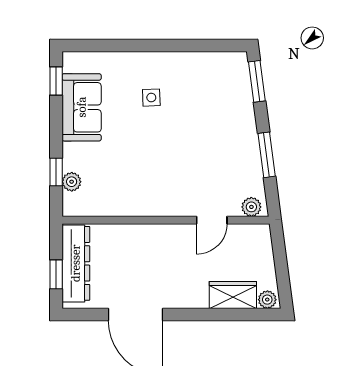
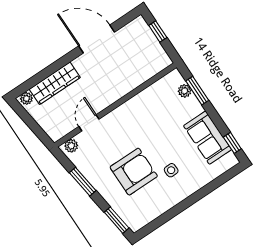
armchair: (197, 126) -> (134, 172), added
window: (56, 172) -> (197, 91), width x1.50
dresser: (76, 263) -> (151, 45), removed
wardrobe: (233, 295) -> (55, 83), width x1.50

